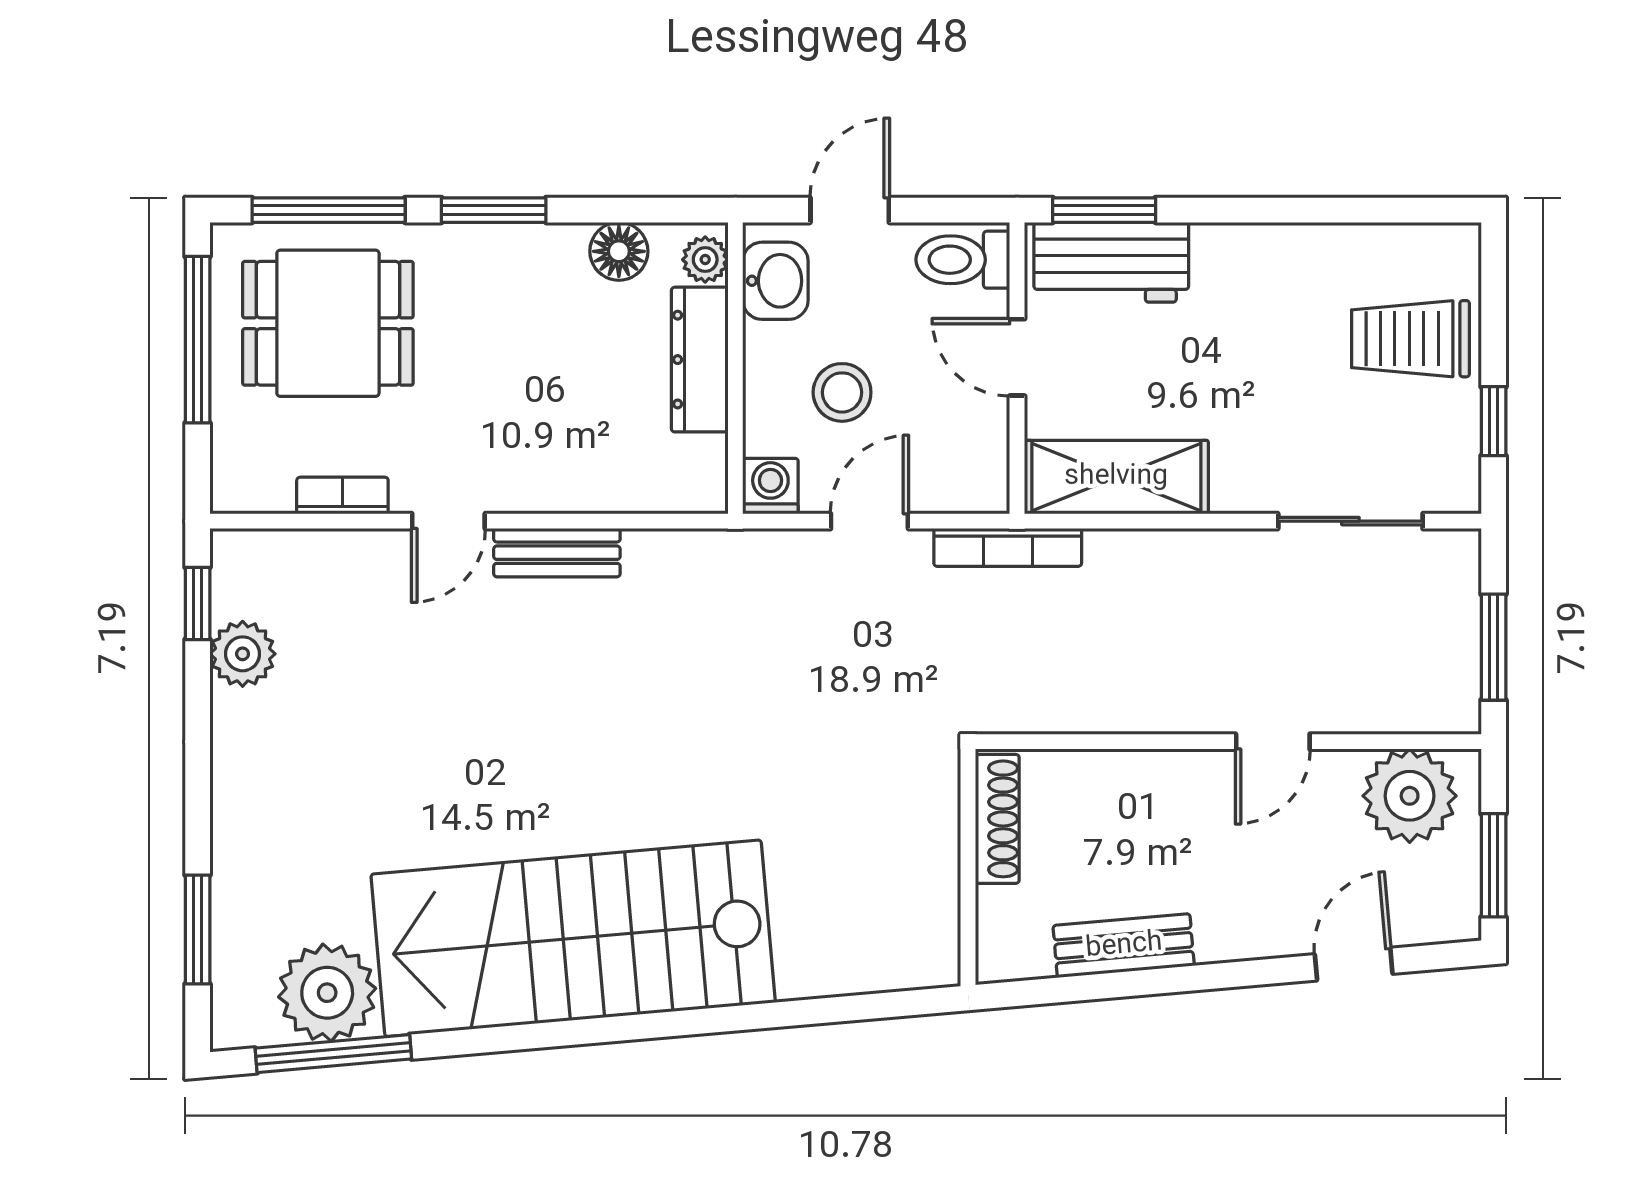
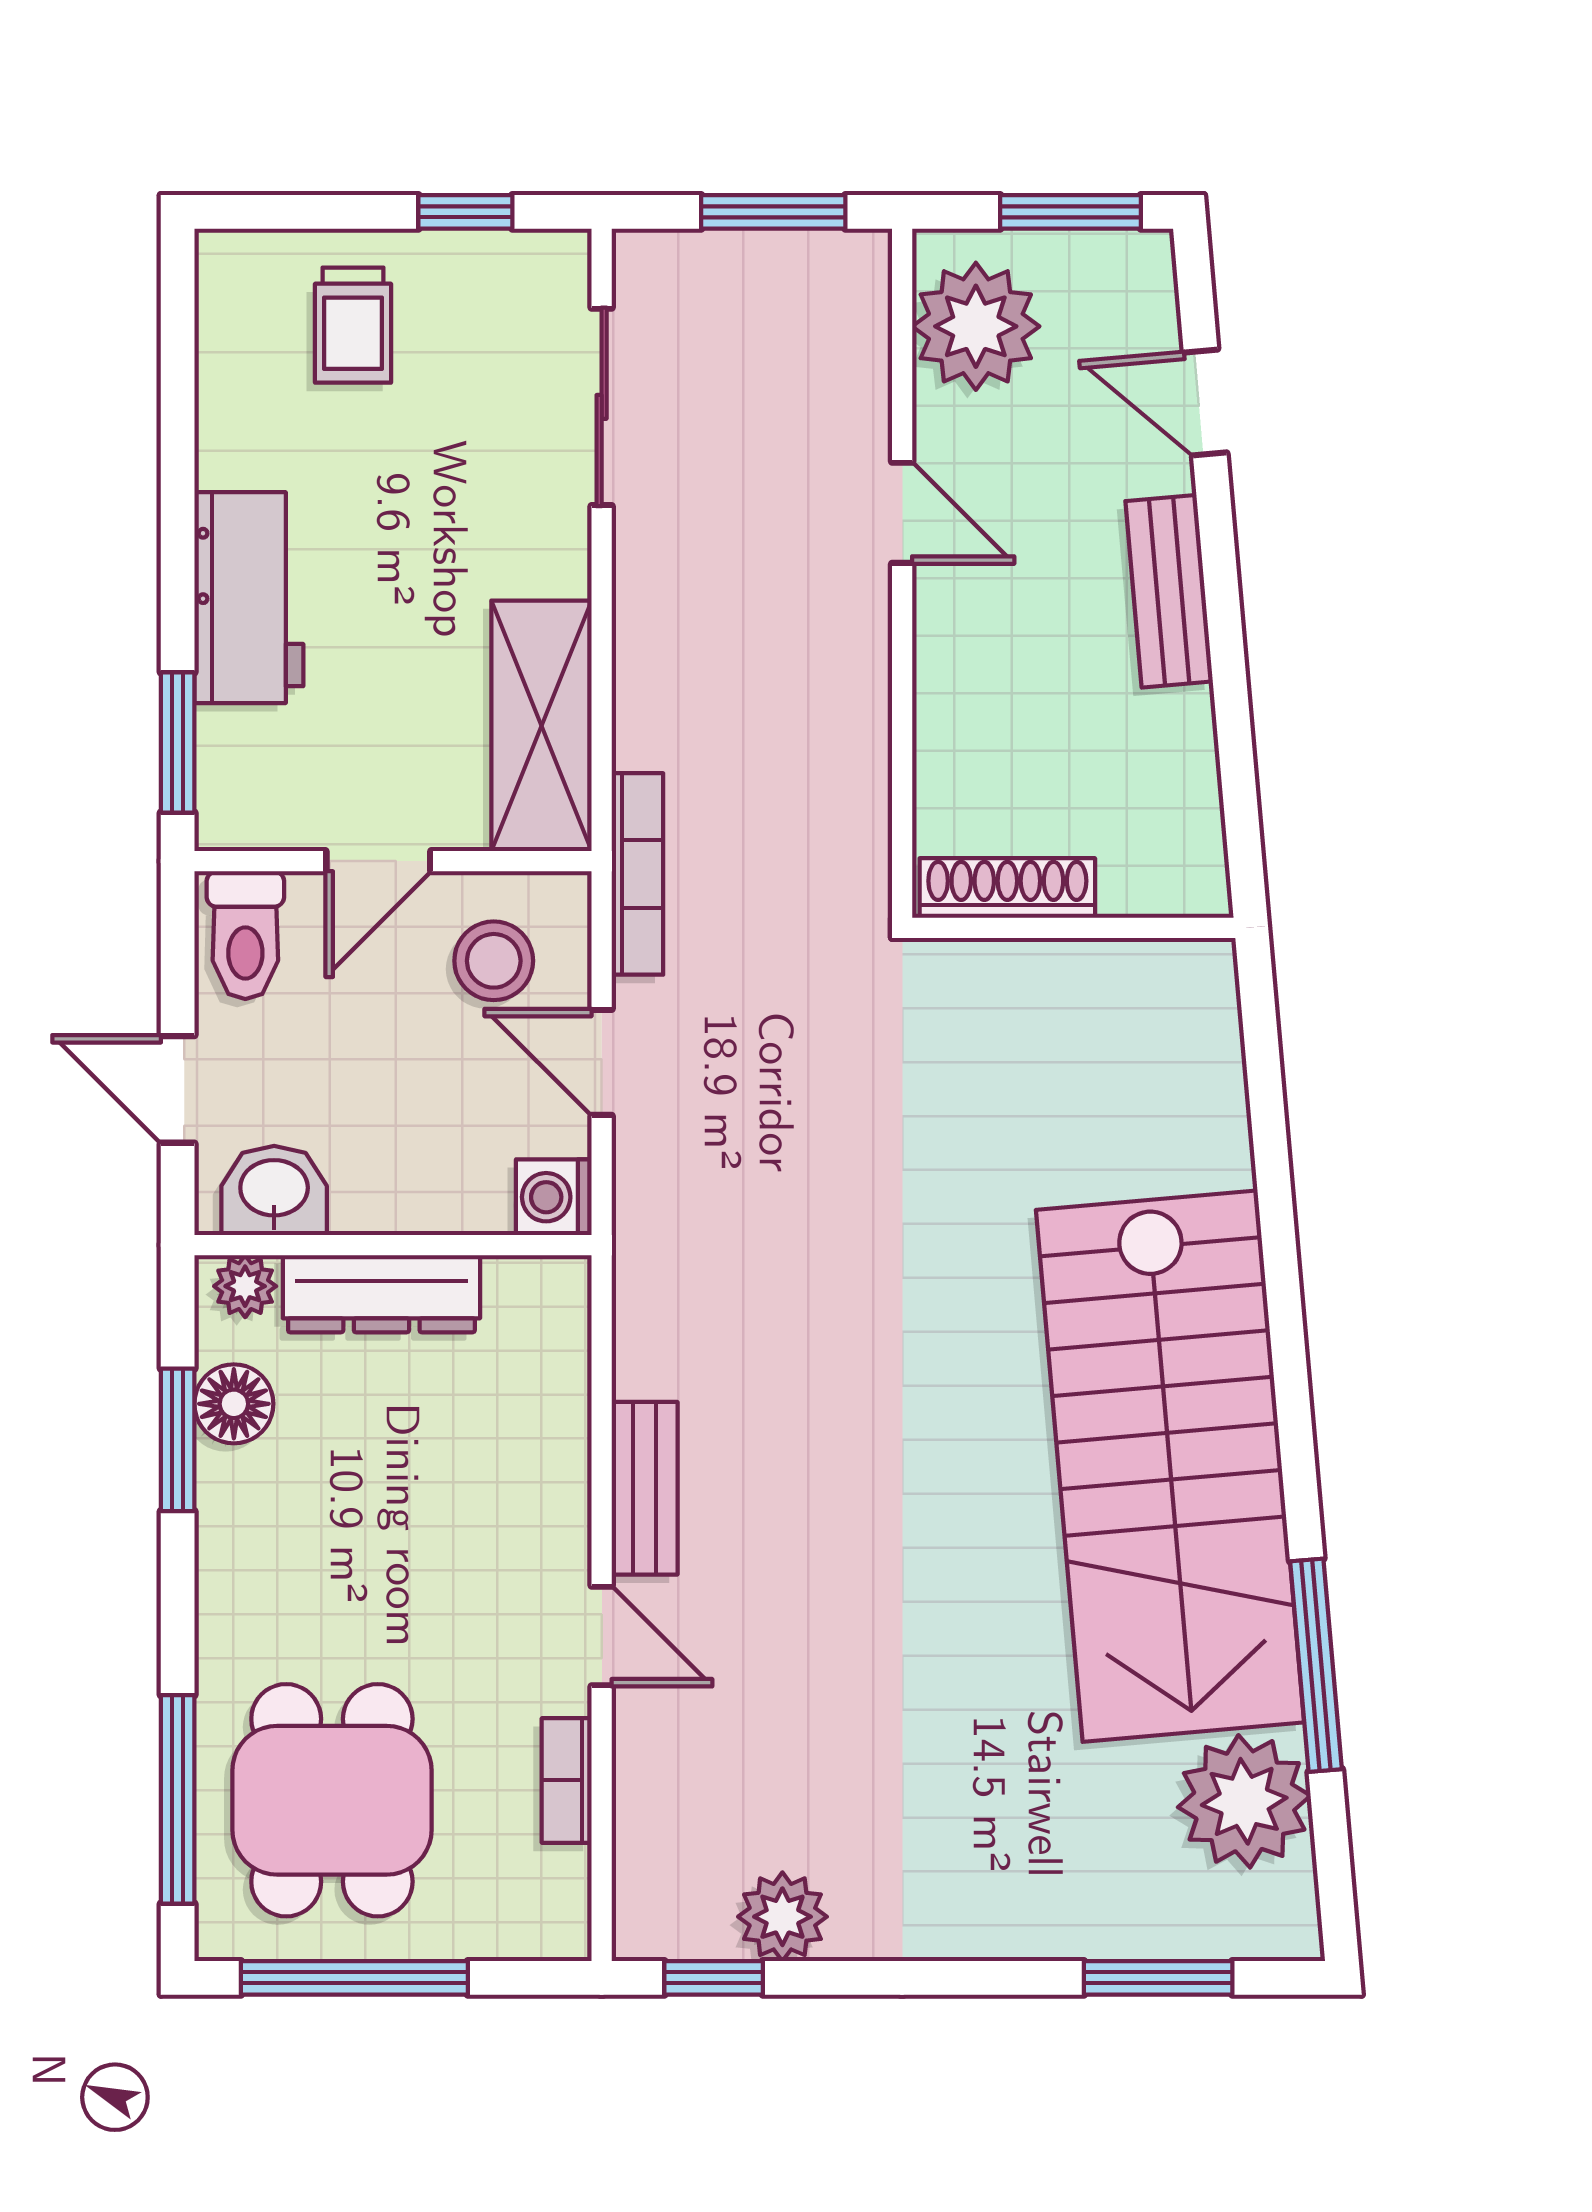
window: (494, 210) -> (178, 1440), moved
workbench: (1111, 262) -> (249, 598), moved
trolley: (1410, 339) -> (353, 325), width x0.73, depth x0.72
stool: (842, 392) -> (494, 961), moved
bench: (1124, 946) -> (1169, 591), moved
window: (333, 1054) -> (1316, 1665), moved

